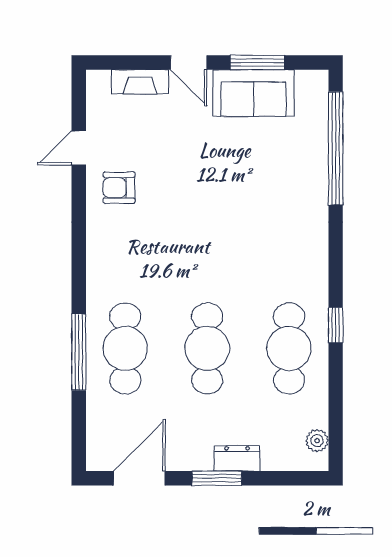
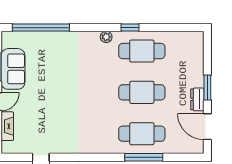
armchair: (119, 188) -> (61, 137), removed
plant: (317, 441) -> (106, 37), moved
dresser: (237, 458) -> (197, 99), moved

